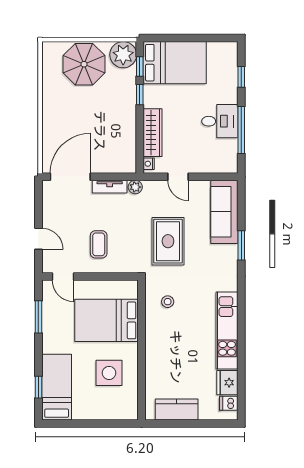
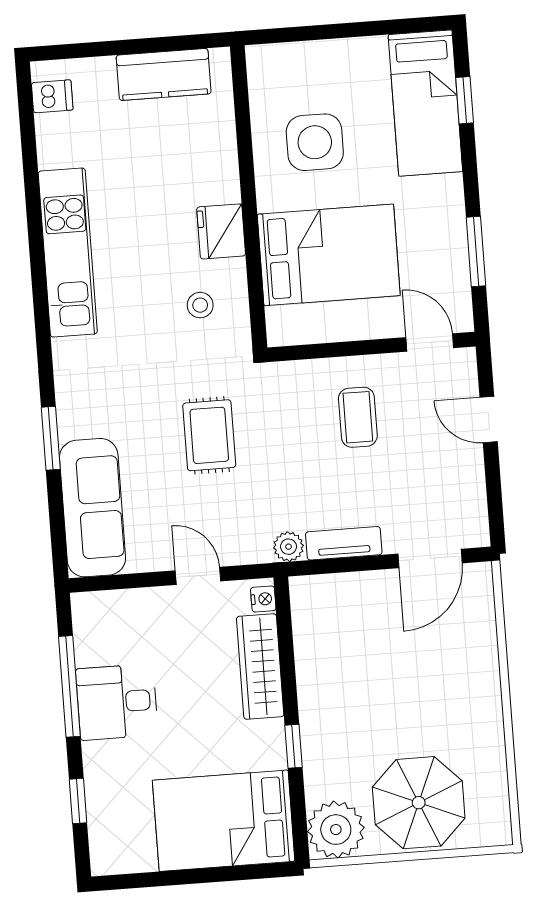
window: (140, 66) -> (298, 807), removed
door: (70, 177) -> (430, 558), width x0.73
rug: (168, 241) -> (209, 435), width x0.73, depth x0.70
fridge: (227, 383) -> (221, 231), moved, turned 180

